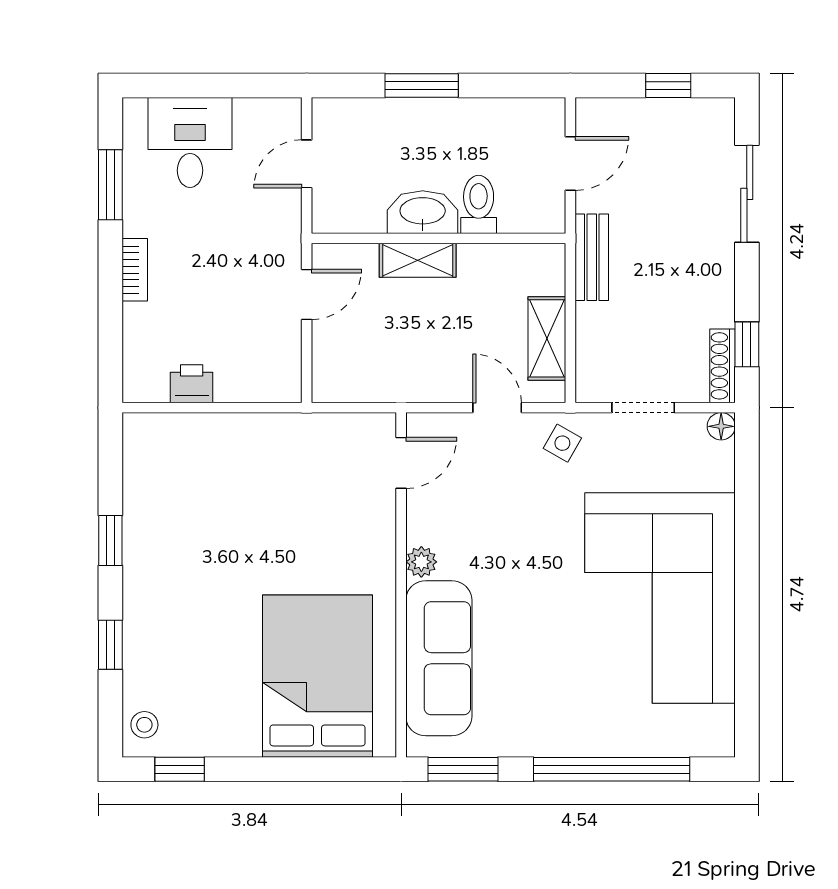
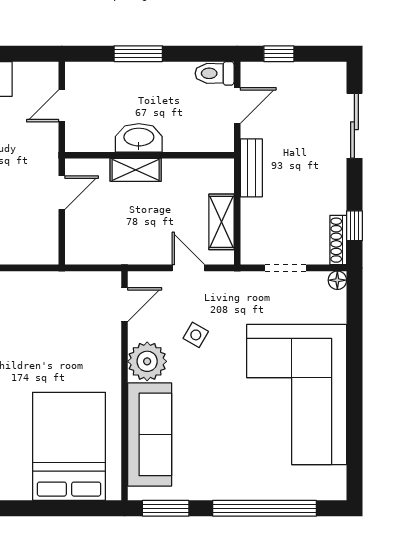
window: (668, 86) -> (279, 54), moved
toilet: (479, 204) -> (215, 73), moved, turned -90
side table: (562, 443) -> (196, 335), moved
plant: (421, 562) -> (147, 361), width x1.88, depth x1.88

